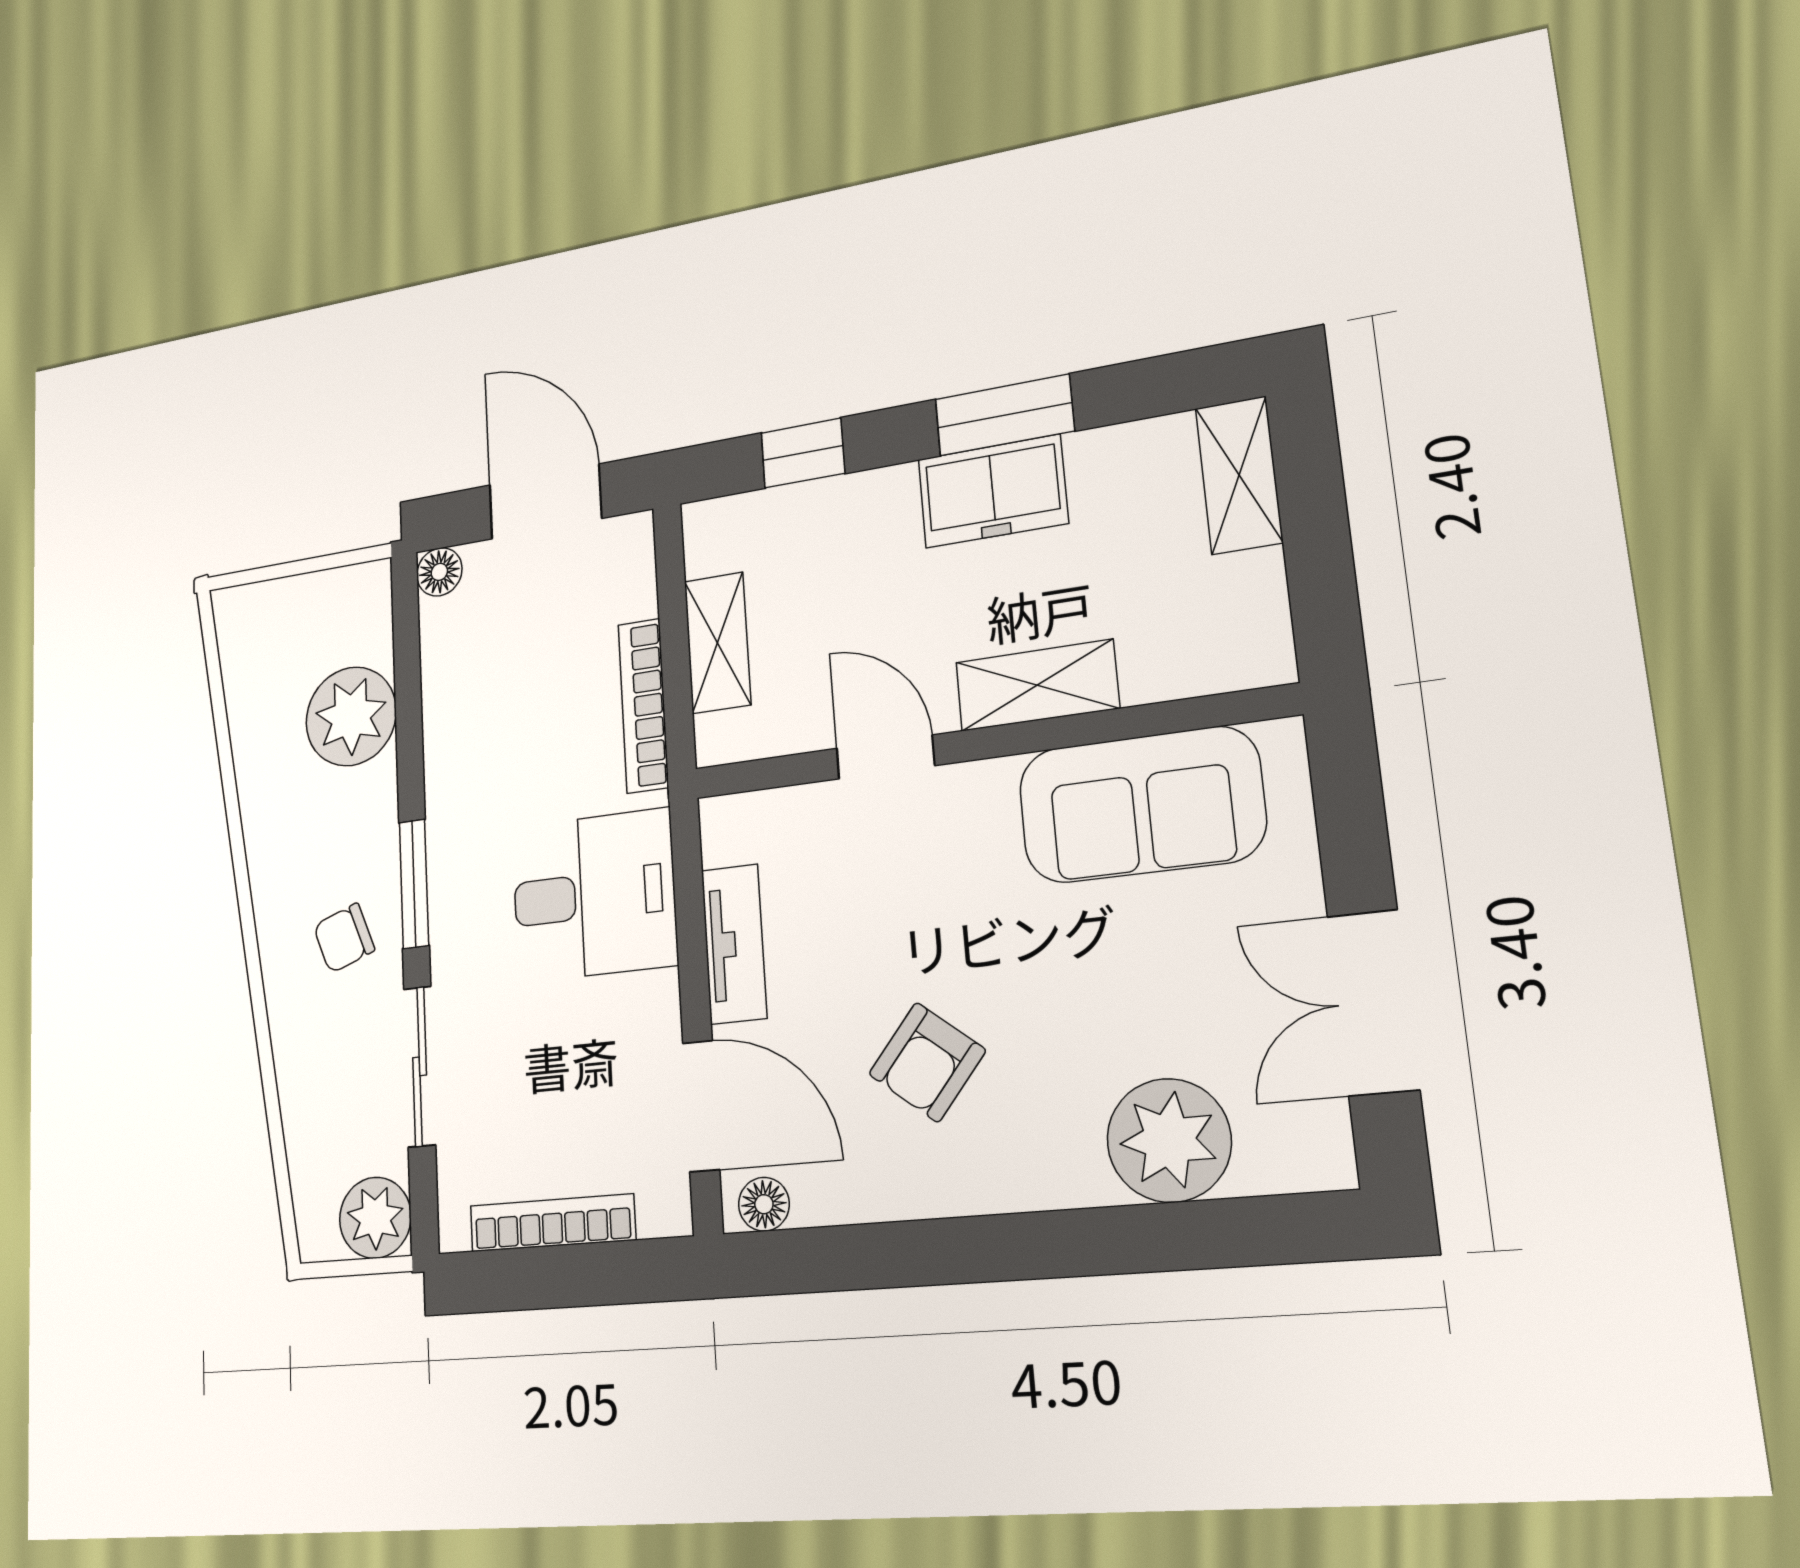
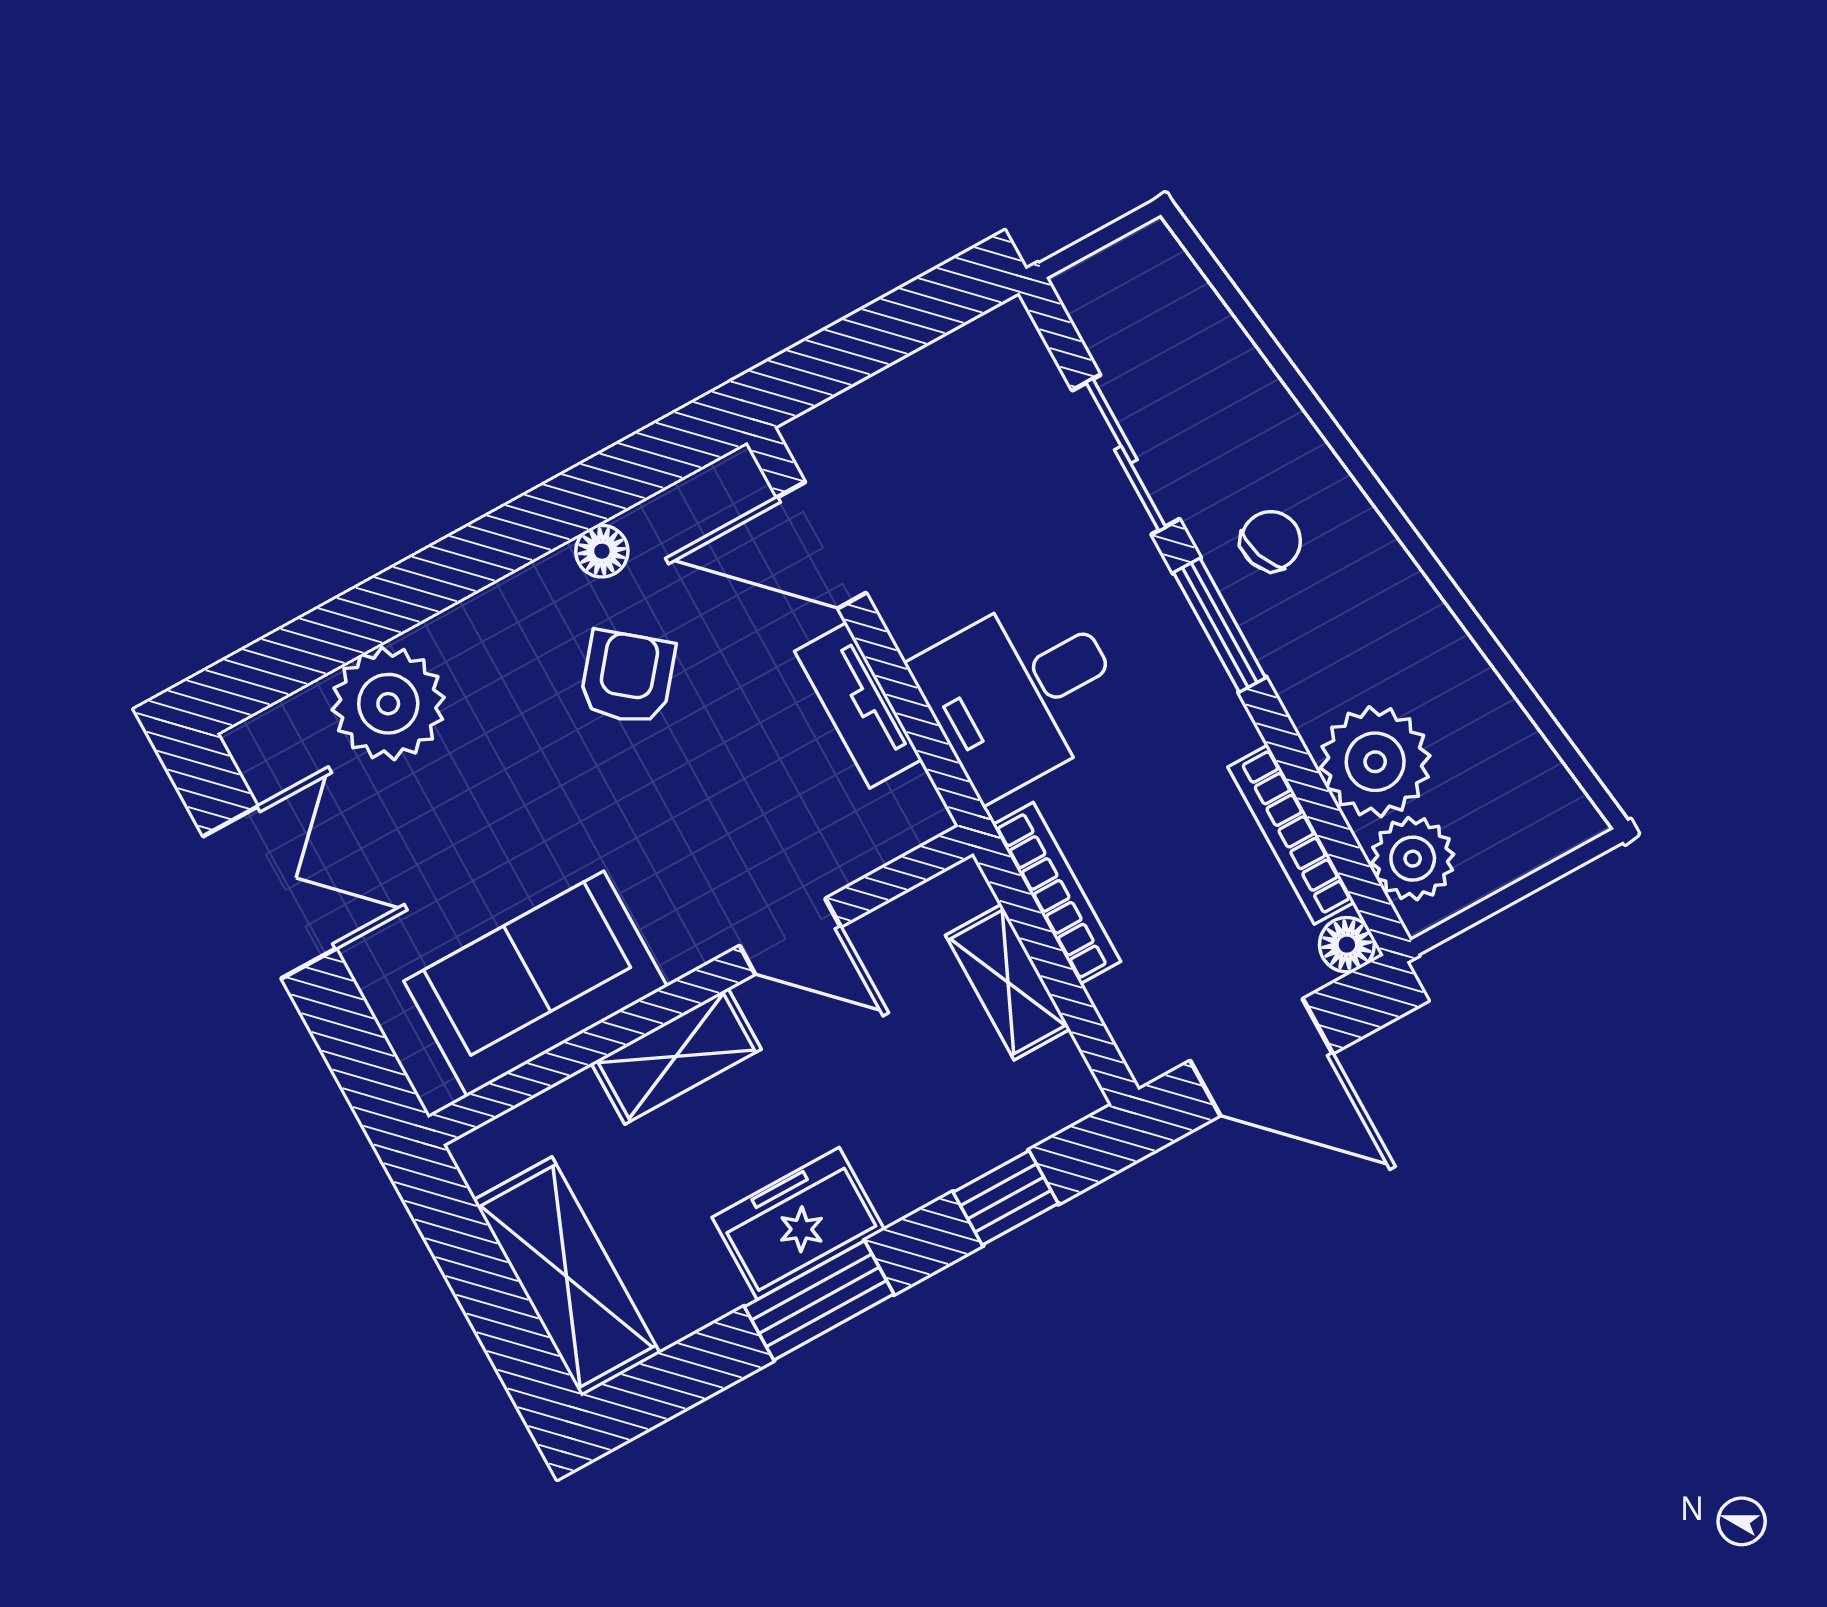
shelving: (1239, 475) -> (567, 1277), width x1.50, depth x1.33
floor lamp: (764, 1204) -> (602, 551), moved
plant: (375, 1218) -> (1413, 859), moved
bookcase: (552, 1223) -> (1291, 835), moved, turned 90

